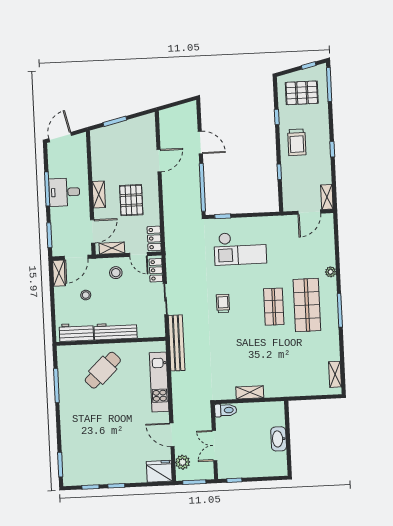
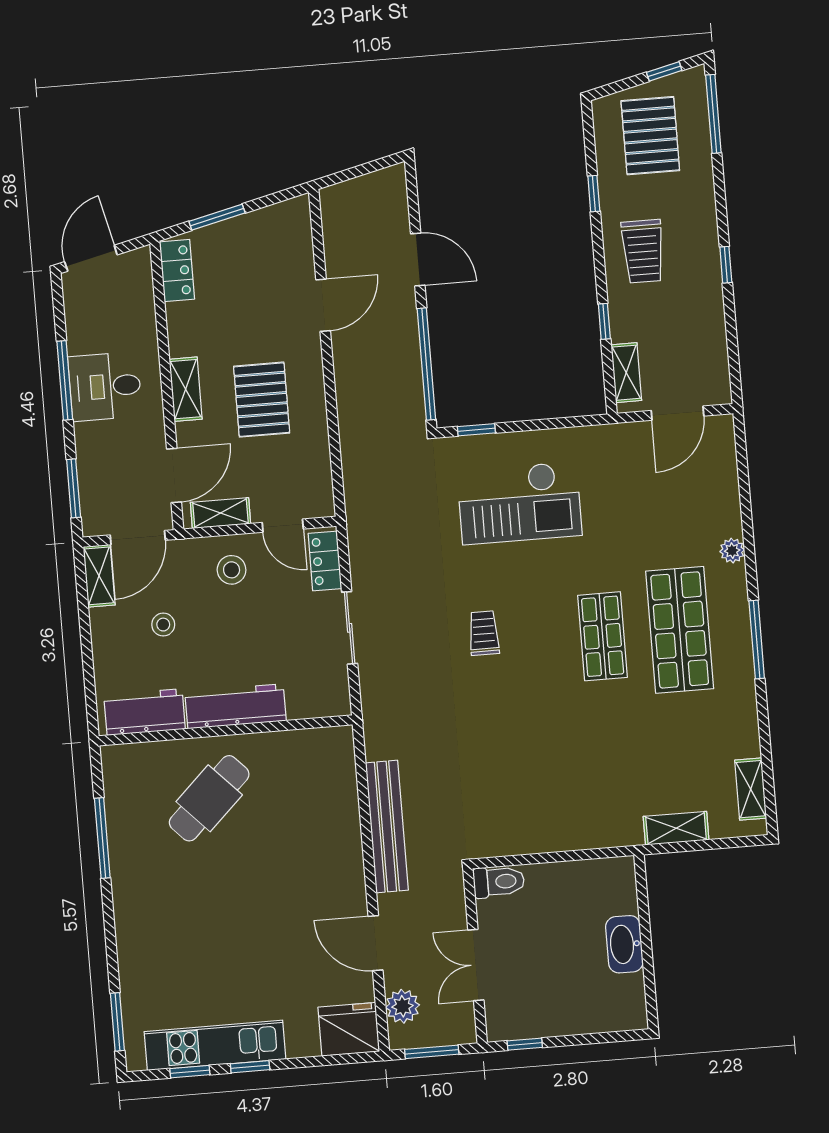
pallet: (302, 93) -> (650, 136), turned 90
shelving: (327, 197) -> (626, 373), moved
locker: (154, 238) -> (177, 270), moved, turned 180
bench: (177, 343) -> (387, 826), moved
kitchen unit: (159, 382) -> (215, 1045), moved, turned 90
shelving: (250, 392) -> (676, 828), moved

